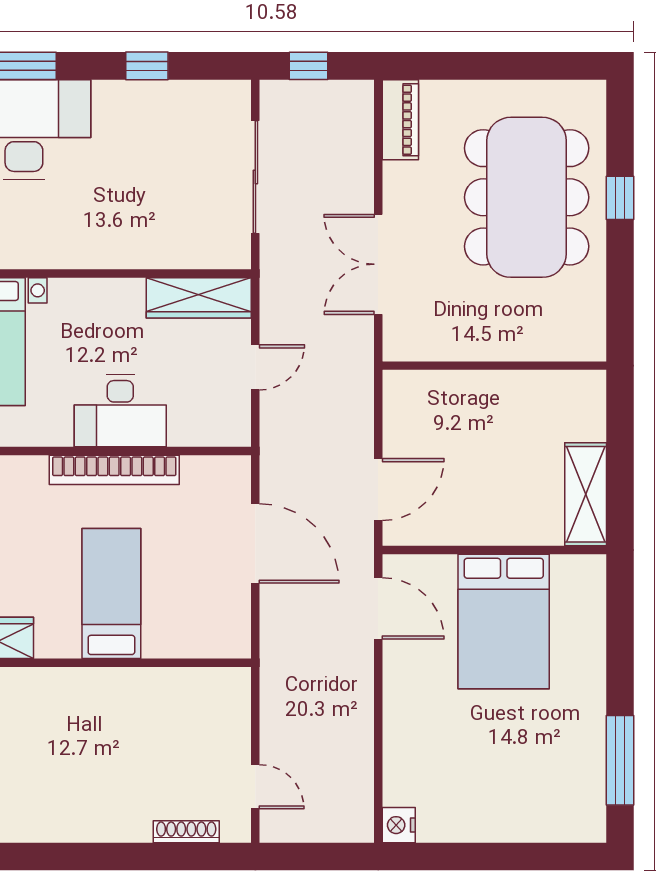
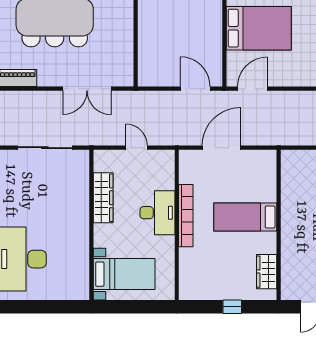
wardrobe: (199, 298) -> (103, 198), moved

